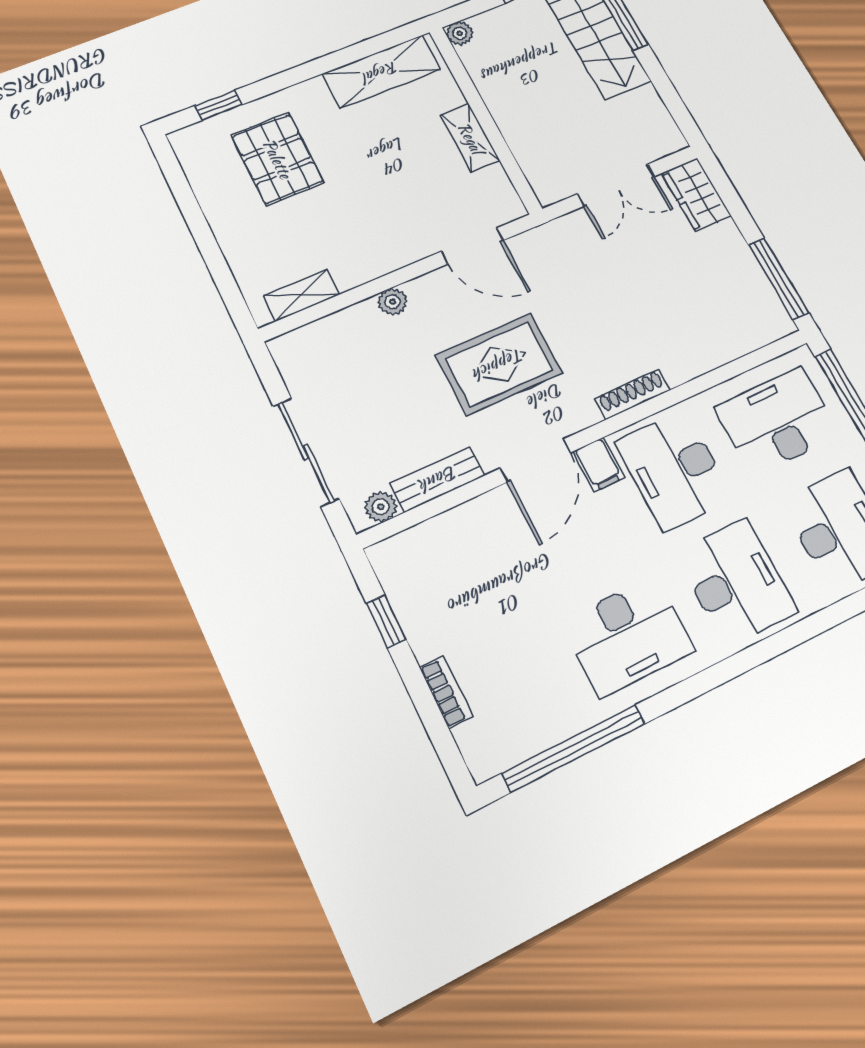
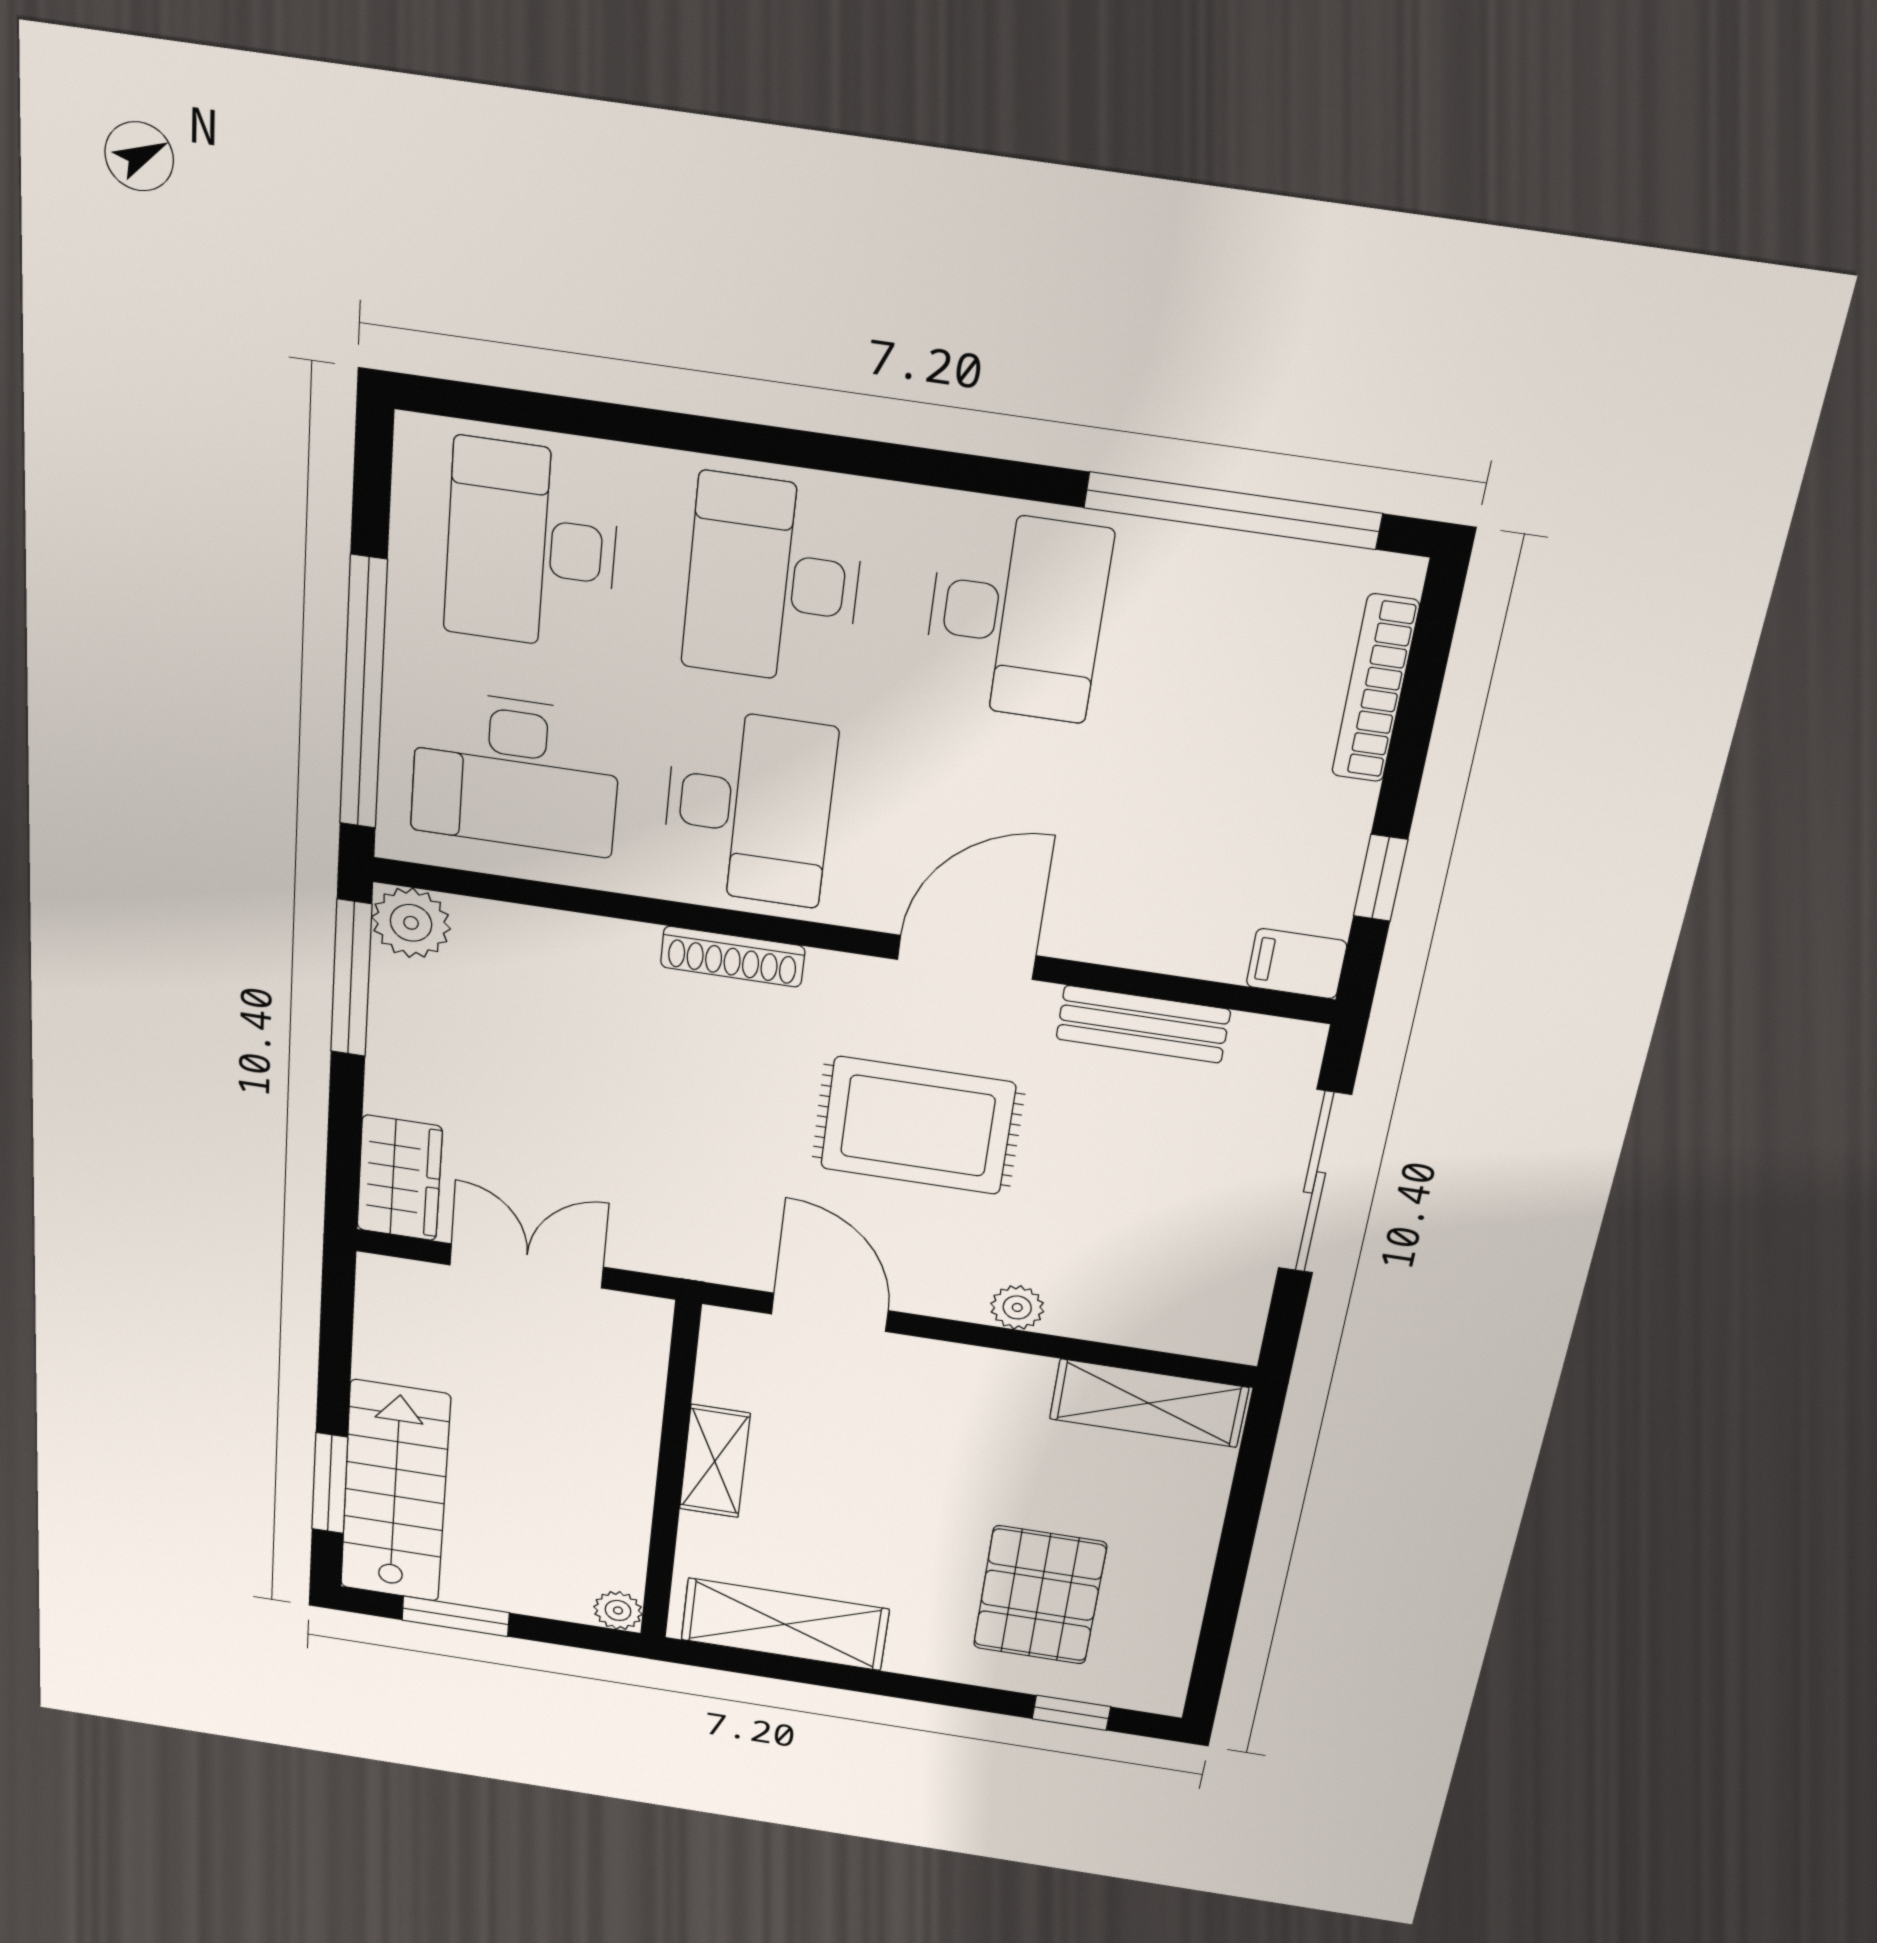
shelving: (301, 295) -> (1149, 1403), width x1.50, depth x1.33
filing cabinet: (599, 464) -> (1297, 964), moved, turned -90
plant: (381, 507) -> (411, 923), moved, width x1.38, depth x1.38
desk: (628, 636) -> (1016, 616), turned 90
bookcase: (446, 692) -> (1375, 689), width x1.56

